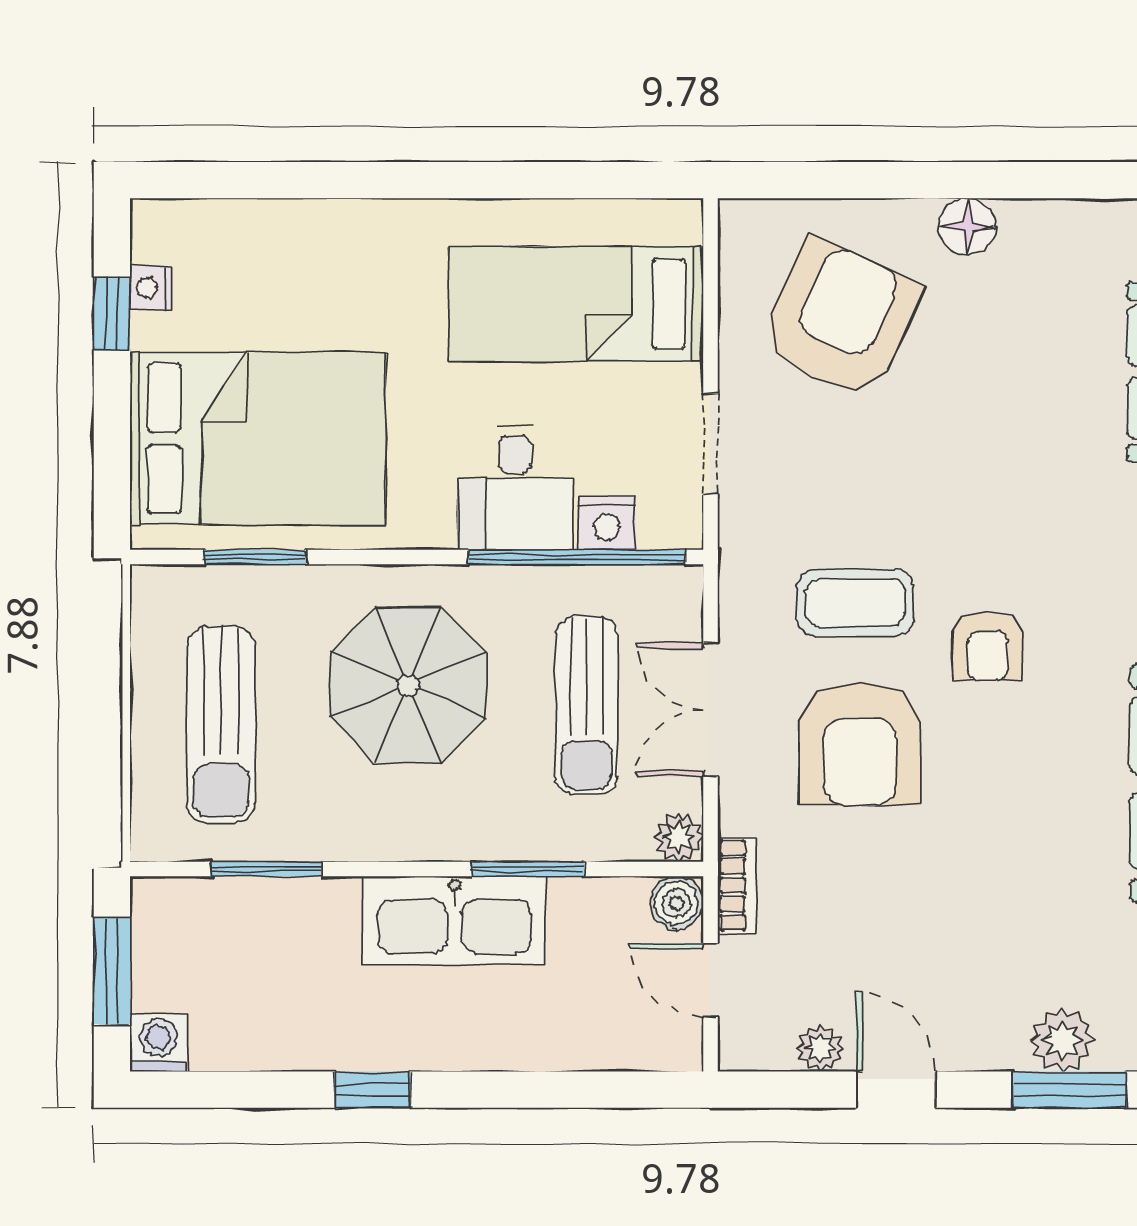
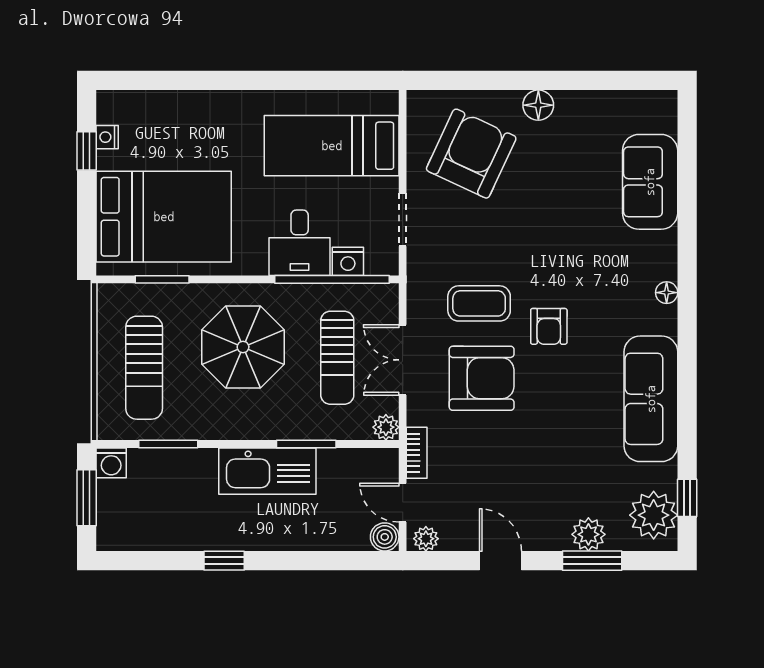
armchair: (860, 744) -> (482, 378), turned -90
boiler: (676, 903) -> (385, 537), moved
washing machine: (158, 1043) -> (111, 463), moved, turned 180
plant: (820, 1048) -> (426, 539), moved

